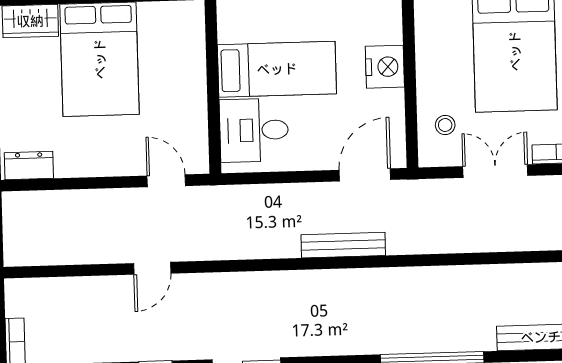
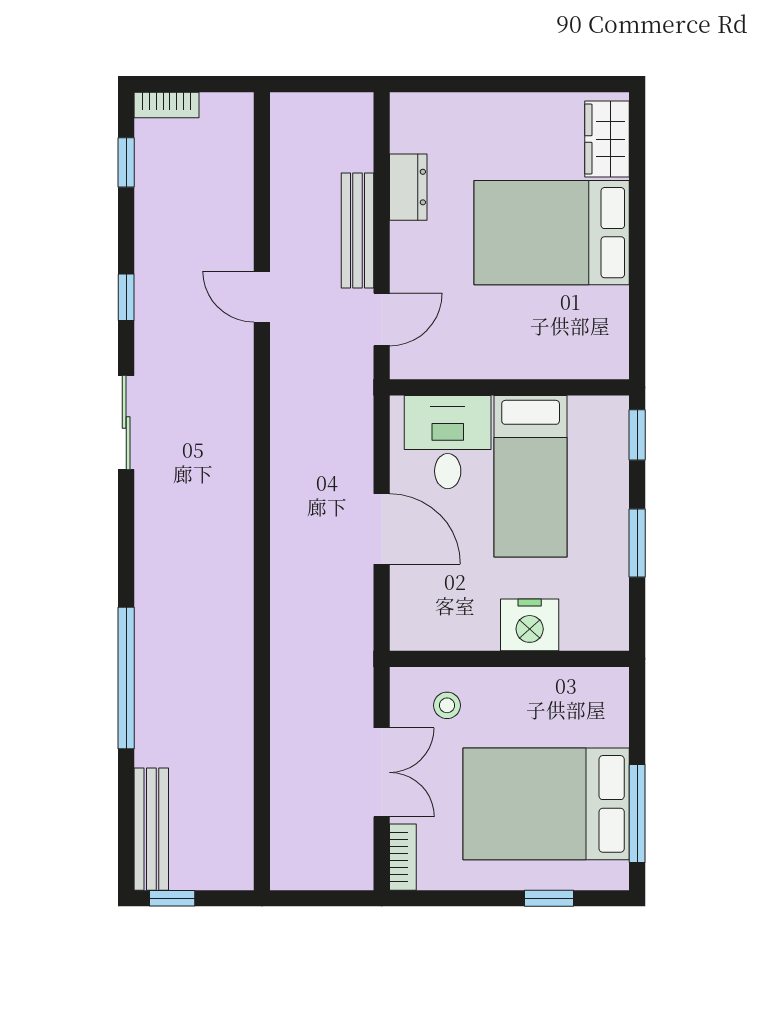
dresser: (29, 166) -> (408, 187), moved
door: (365, 175) -> (382, 529), moved
bench: (343, 245) -> (358, 230), moved

